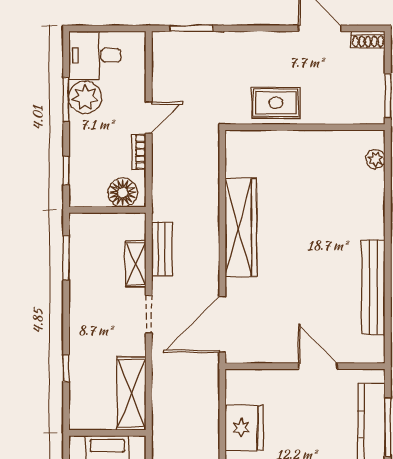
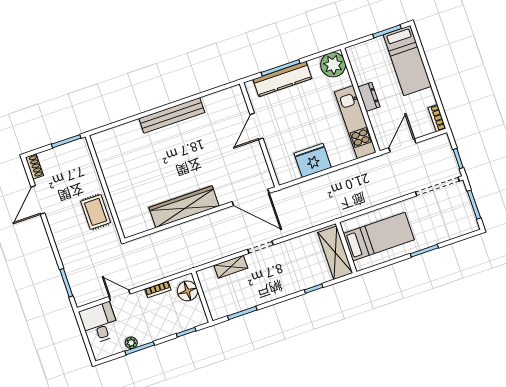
desk: (95, 55) -> (99, 323), moved, turned 180
plant: (85, 98) -> (131, 343), width x0.53, depth x0.53
door: (149, 118) -> (120, 295), moved
plant: (375, 159) -> (110, 135), removed
bench: (162, 249) -> (215, 253), removed
bench: (373, 287) -> (172, 115), moved
shelving: (131, 393) -> (335, 253), moved, turned 90

